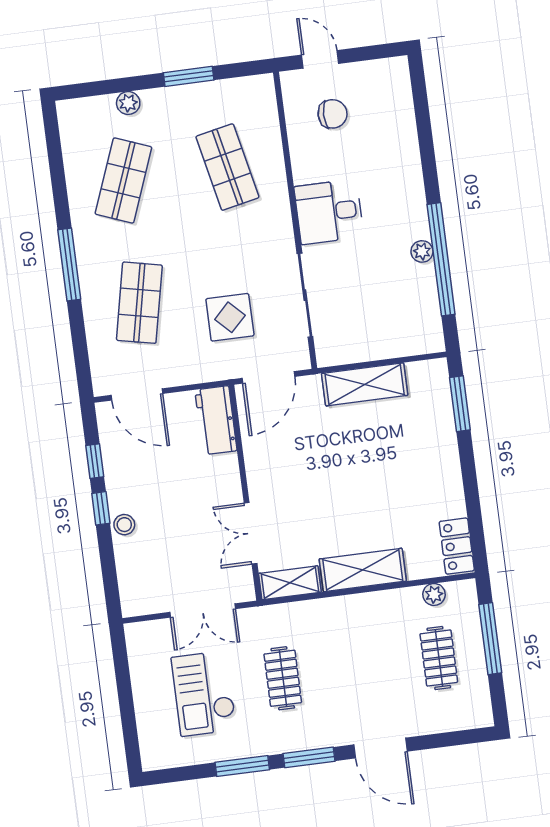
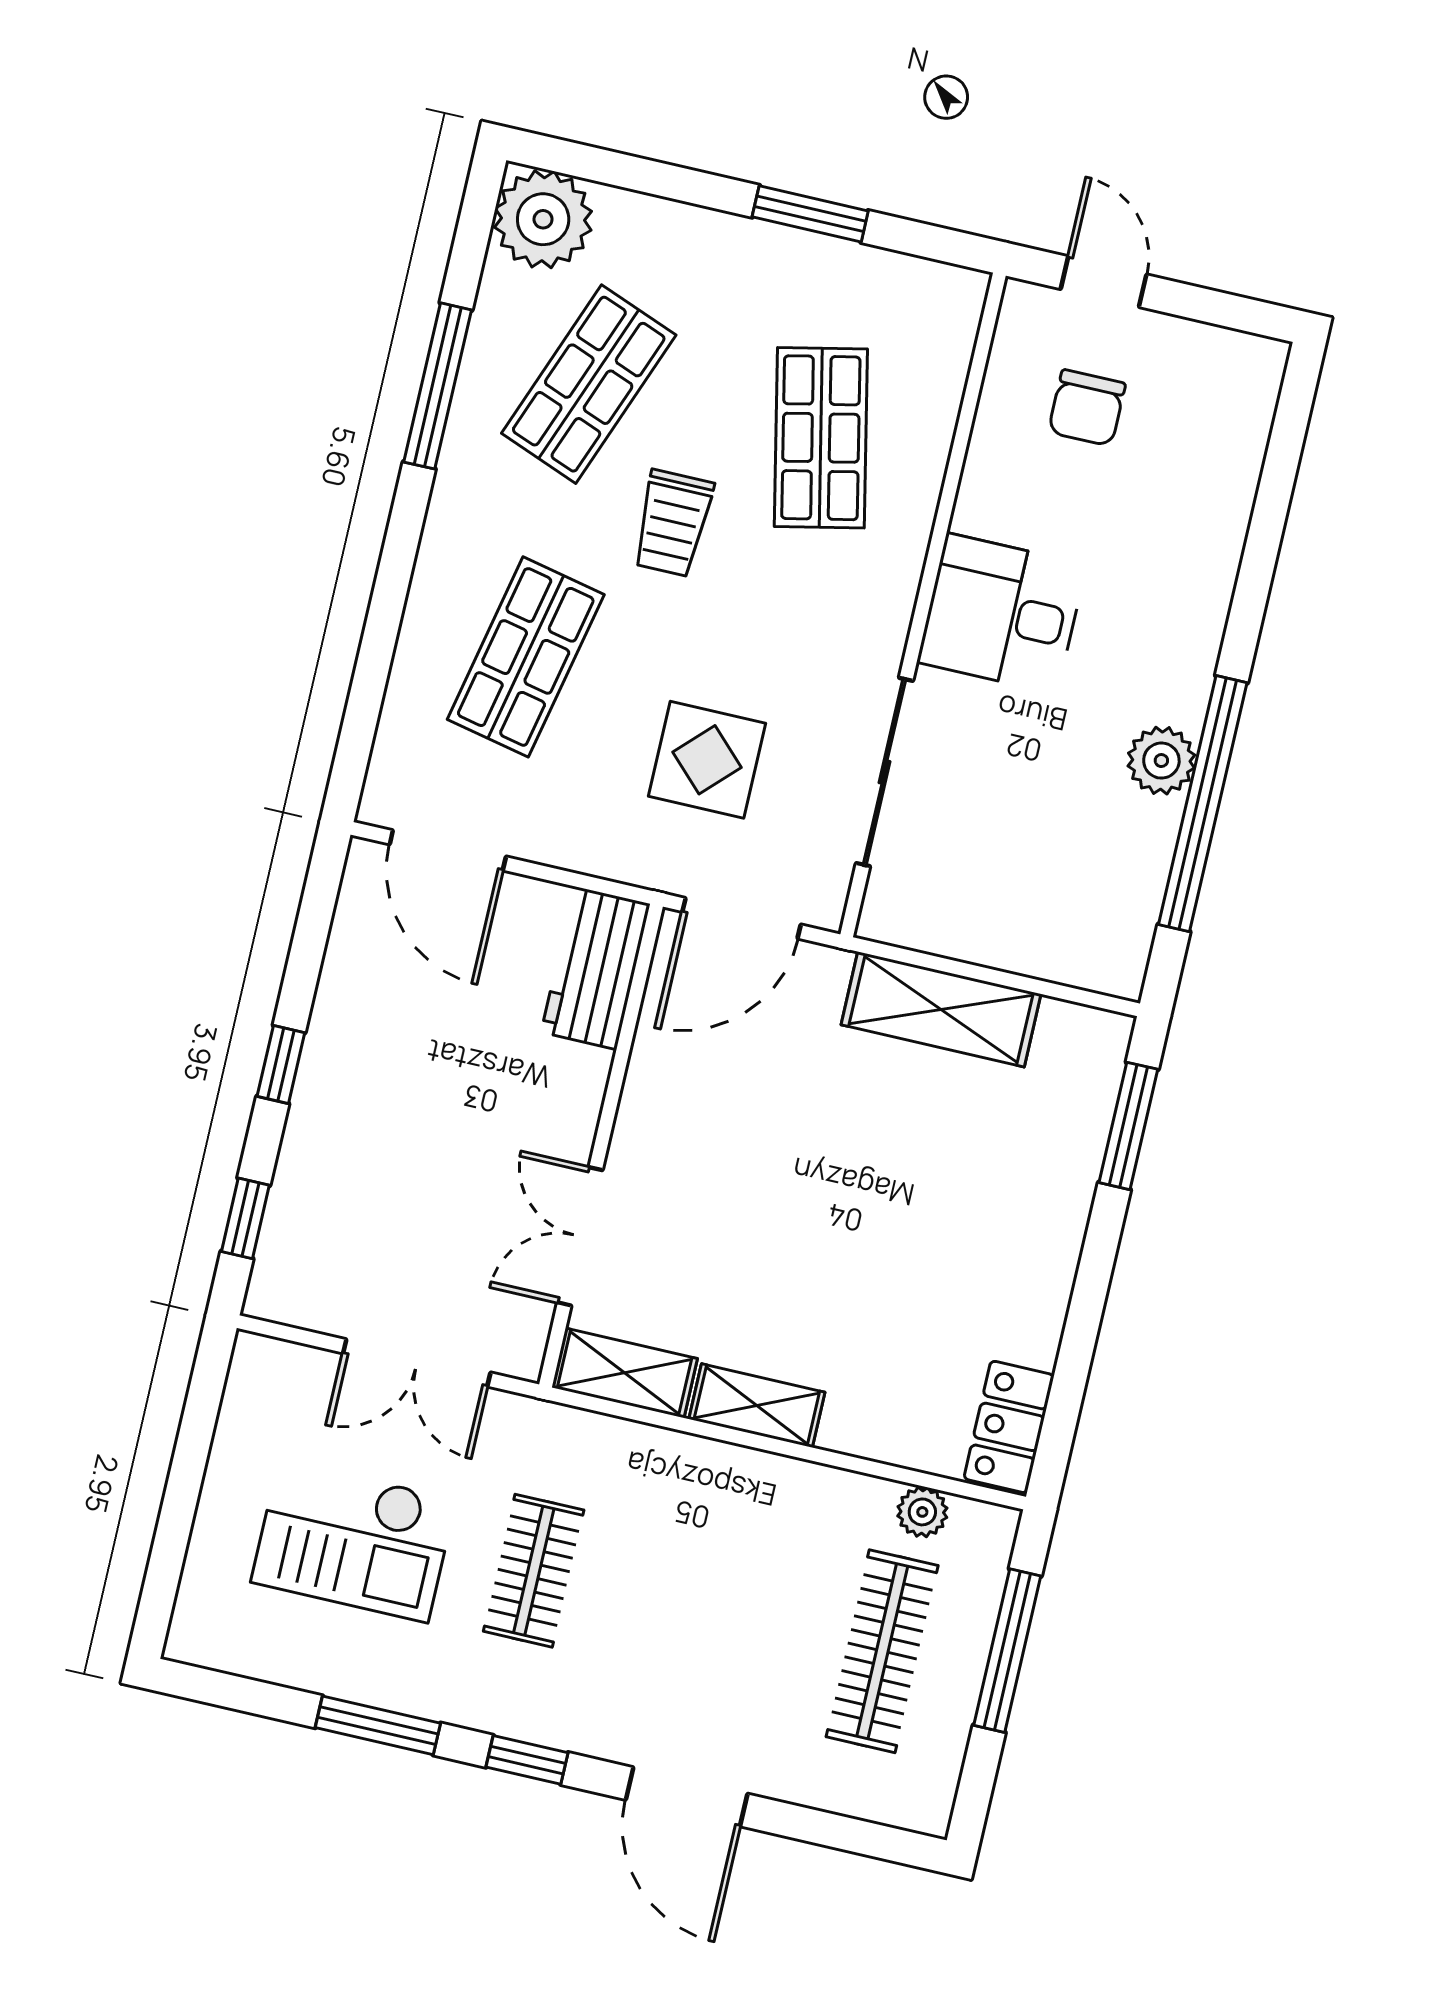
plant: (128, 103) -> (543, 219), moved, width x1.88, depth x1.88
chair: (333, 114) -> (1087, 408), turned 90
trolley: (179, 225) -> (673, 523), added
plant: (422, 251) -> (1161, 761), width x1.38, depth x1.38
window: (69, 264) -> (438, 386), moved
window: (95, 461) -> (245, 1218), moved
stool: (124, 525) -> (318, 1118), removed
shelving: (363, 570) -> (757, 1406), width x0.67, depth x0.75
clothes rail: (439, 658) -> (882, 1651), width x1.36
checkout: (204, 693) -> (354, 1541), turned -90
window: (309, 757) -> (527, 1760), width x0.67

